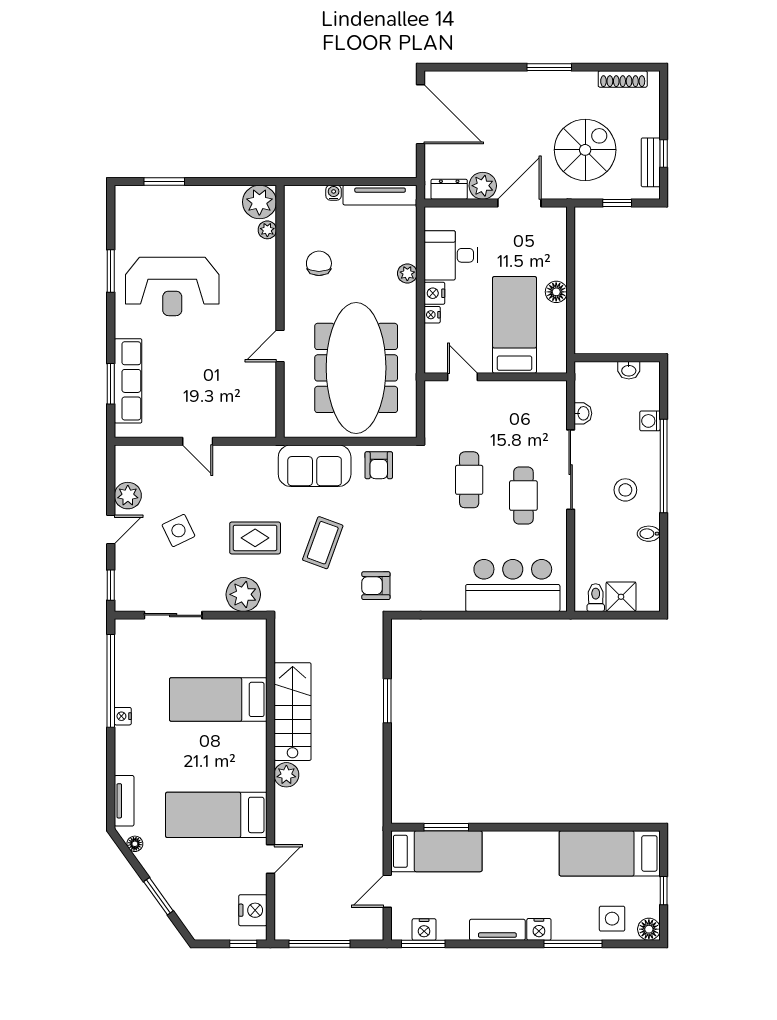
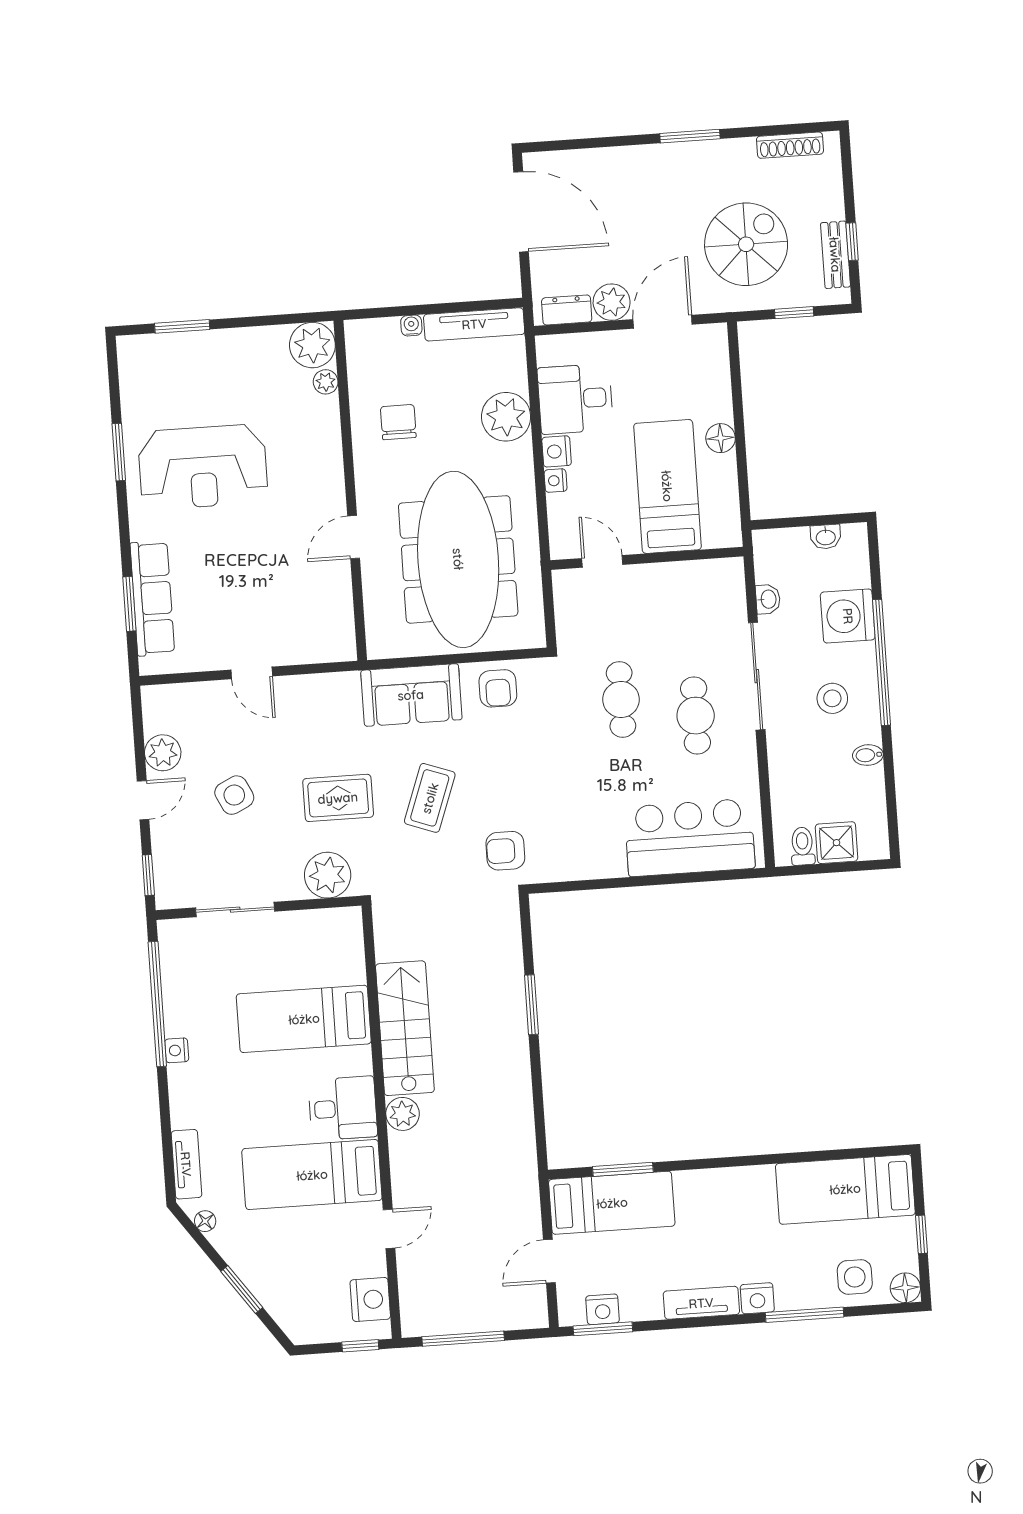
plant: (407, 273) -> (506, 417), width x1.88, depth x1.88
washing machine: (650, 421) -> (848, 616), width x1.89, depth x1.89
desk: (242, 768) -> (343, 1108), added

